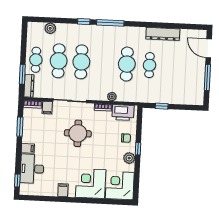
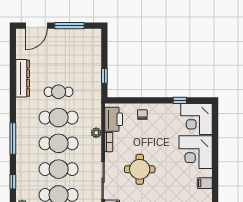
window: (84, 22) -> (13, 182), moved
cafe table: (104, 63) -> (59, 143), added
window: (138, 149) -> (180, 100), moved
plant: (129, 158) -> (165, 110), removed

